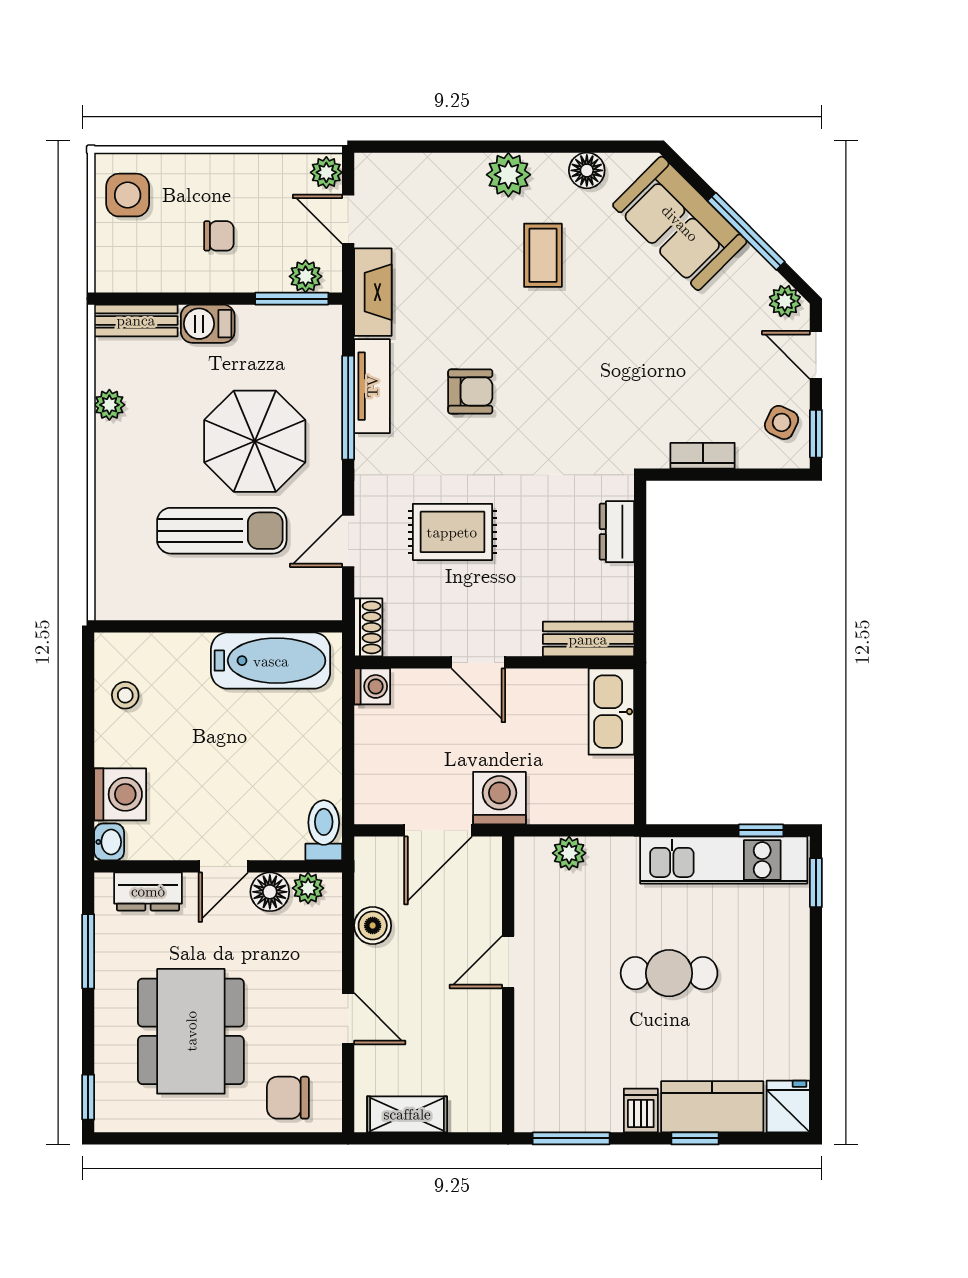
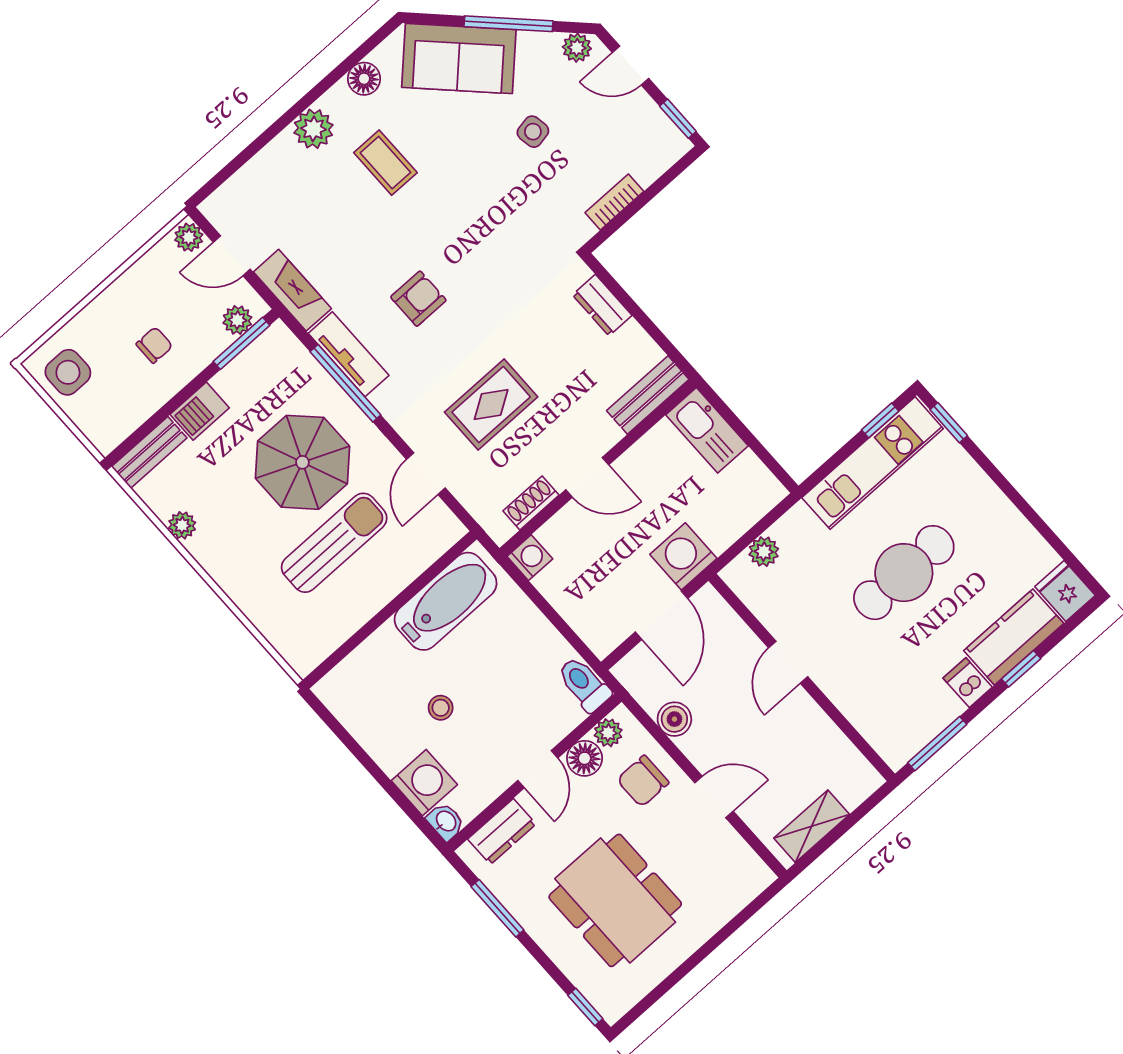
side table: (782, 422) -> (533, 132), moved, turned -35
shoe rack: (368, 627) -> (531, 503), moved, turned -90
stool: (125, 695) -> (441, 708), moved
cafe table: (669, 973) -> (904, 573), width x1.37, depth x1.35
chair: (288, 1098) -> (643, 781), moved

